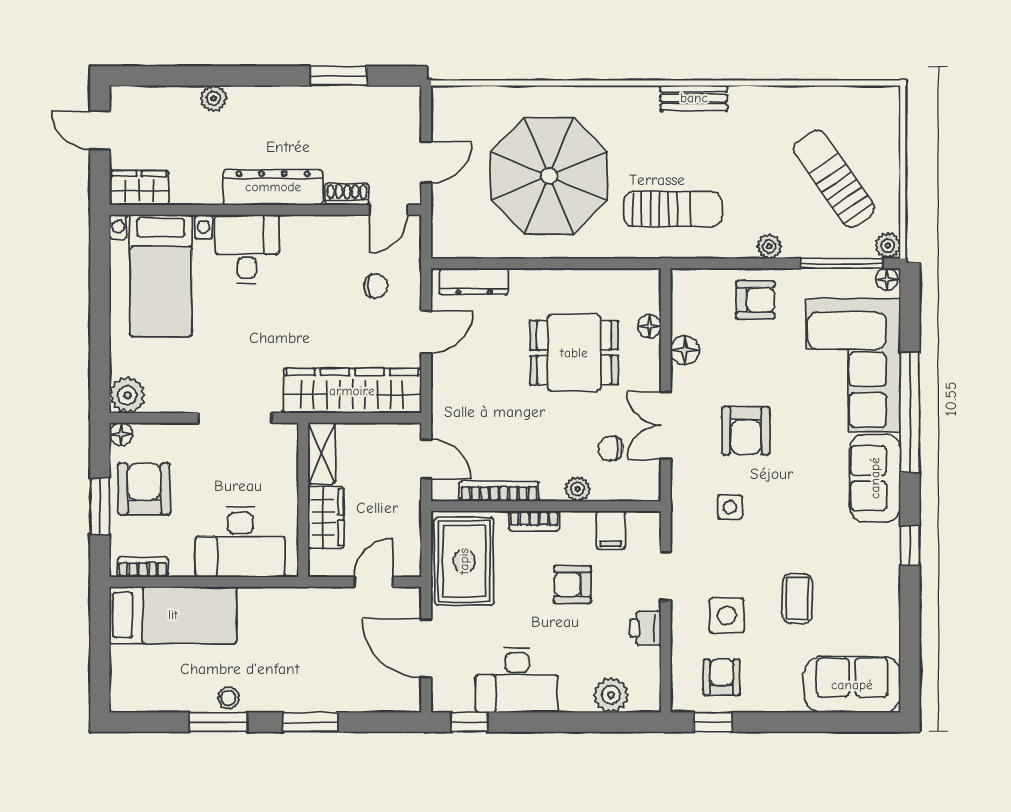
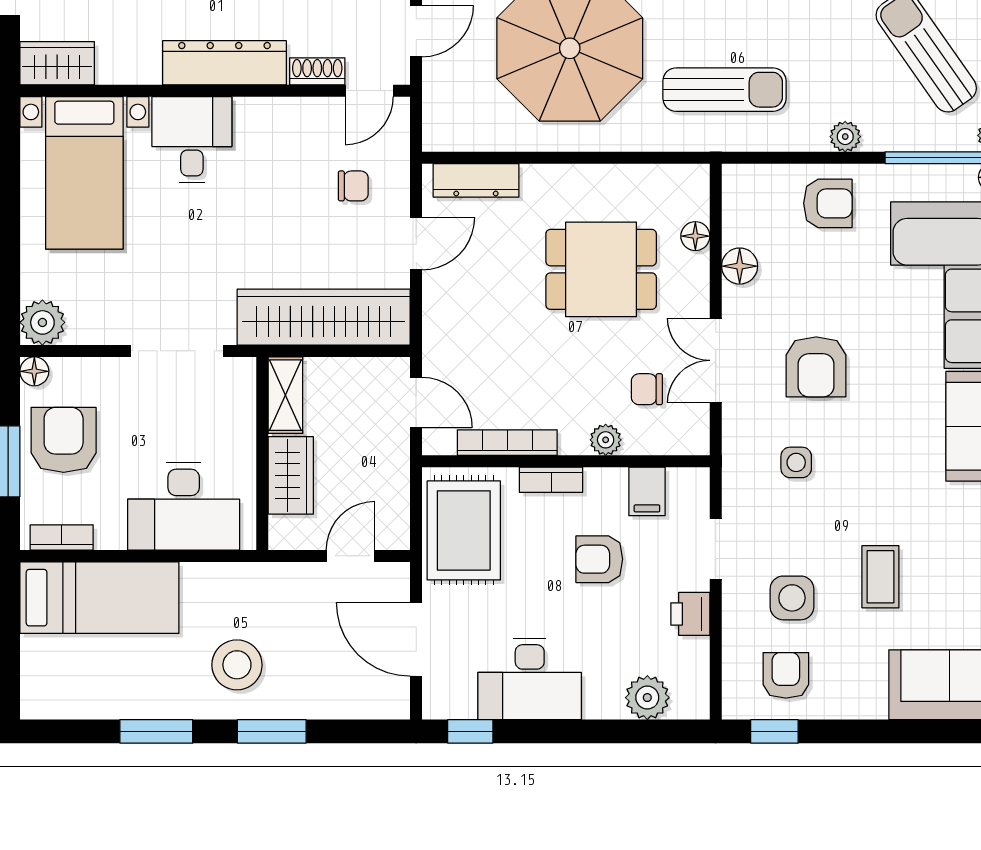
stool: (229, 698) -> (237, 665), moved, width x1.89, depth x1.89

